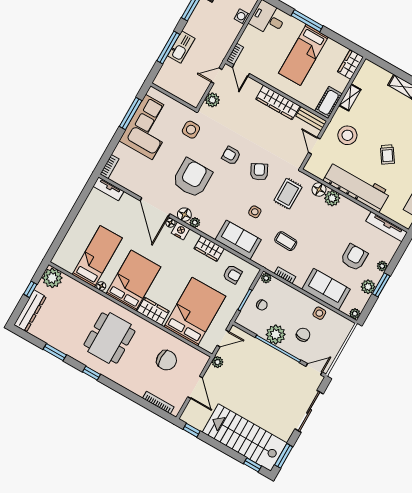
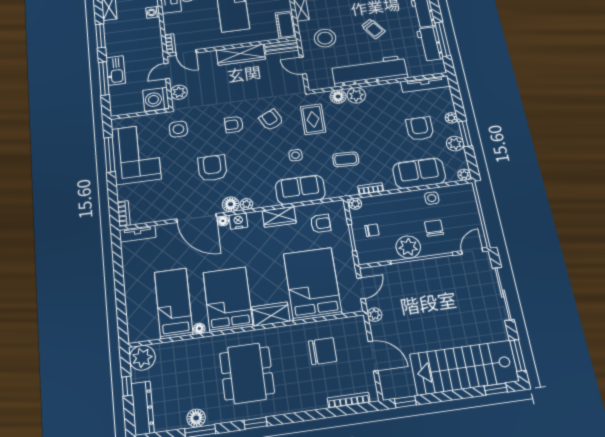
washing machine: (193, 93) -> (156, 99), added
armchair: (192, 178) -> (212, 168), width x0.73, depth x0.73
floor lamp: (58, 342) -> (196, 418), added

